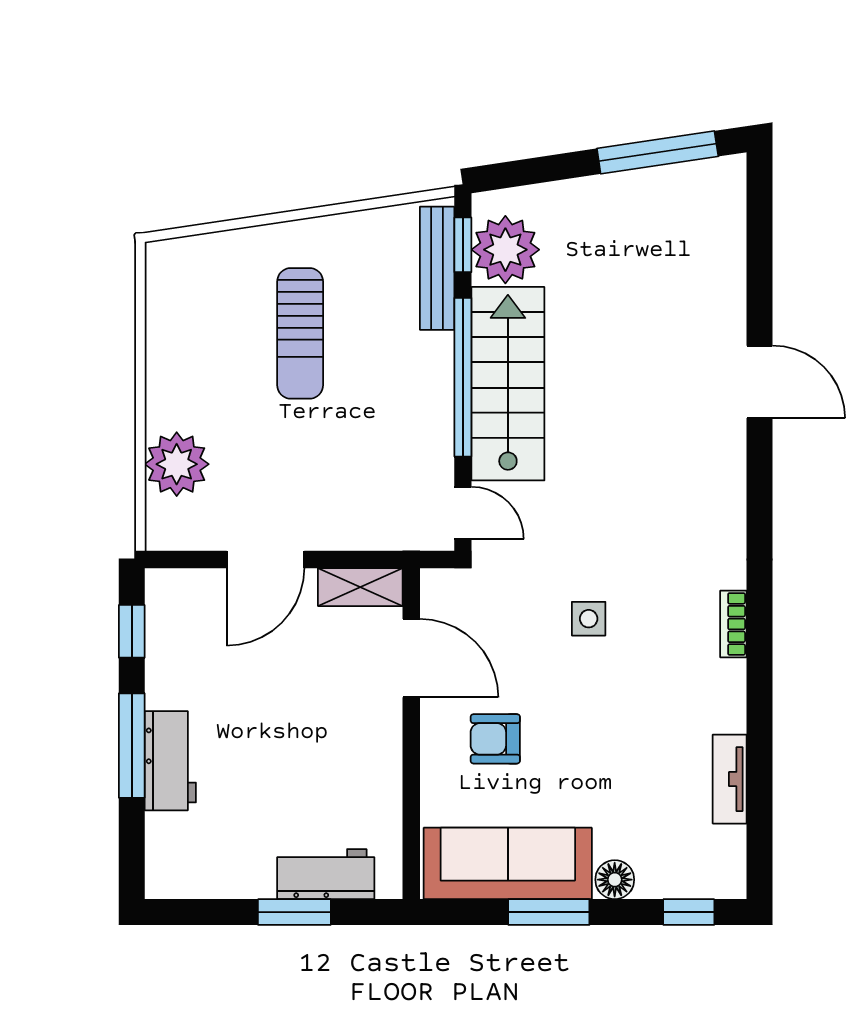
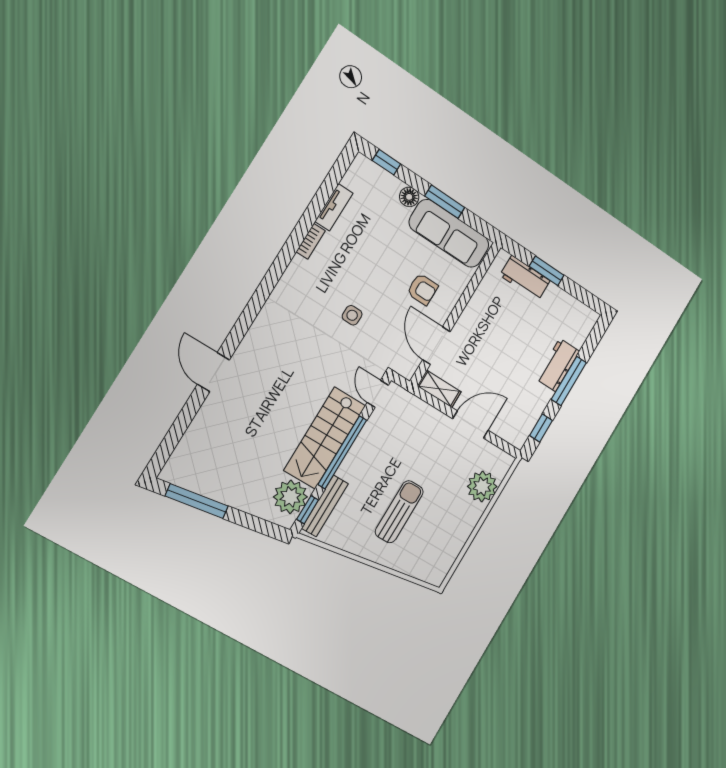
bookcase: (733, 624) -> (311, 241), moved

